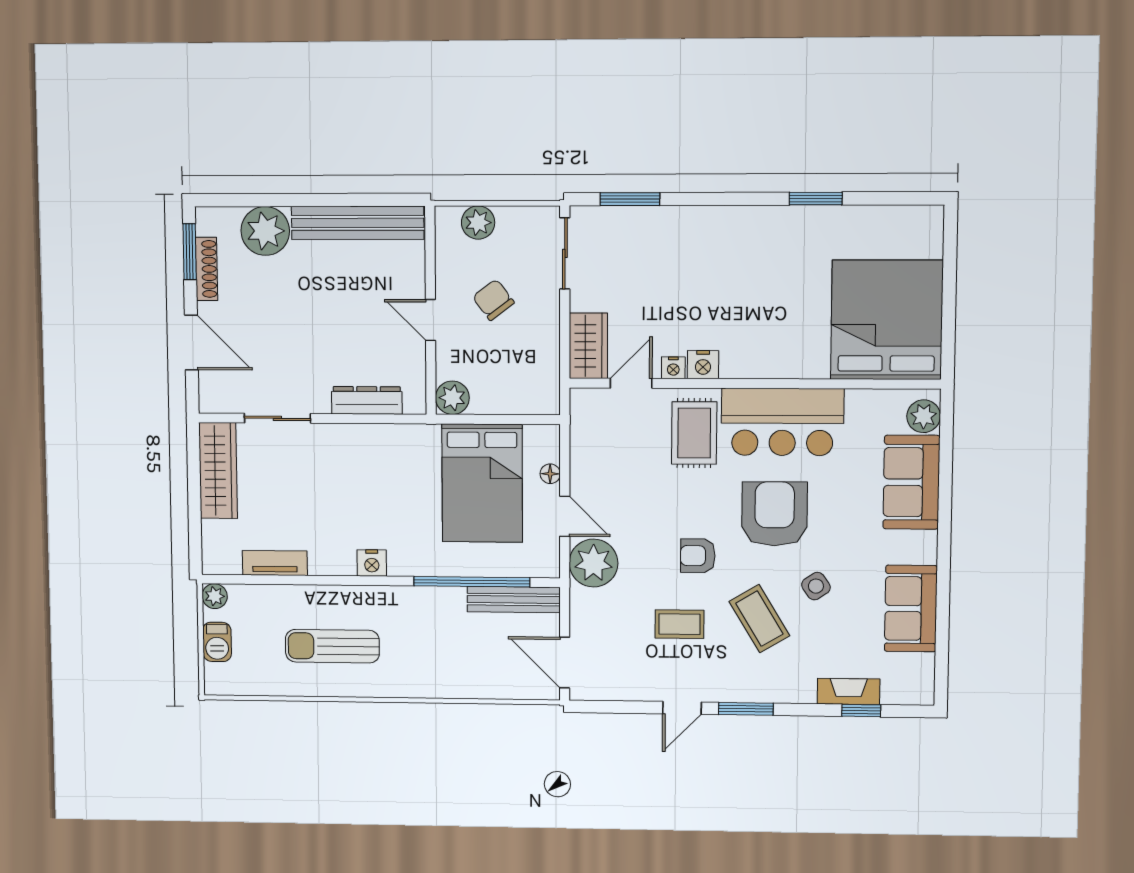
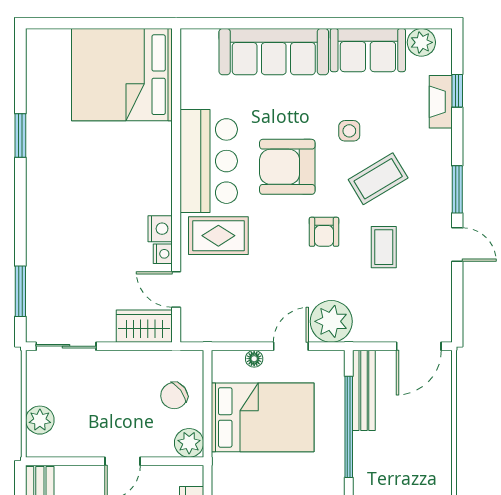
chair: (493, 300) -> (174, 396), moved
plant: (924, 416) -> (421, 42), moved
sofa: (911, 482) -> (274, 52), width x1.36
side table: (816, 586) -> (349, 131), turned 34

